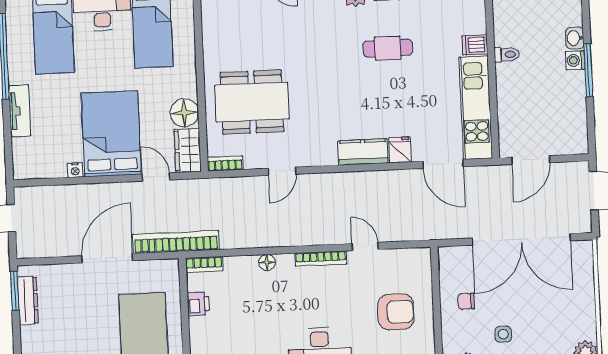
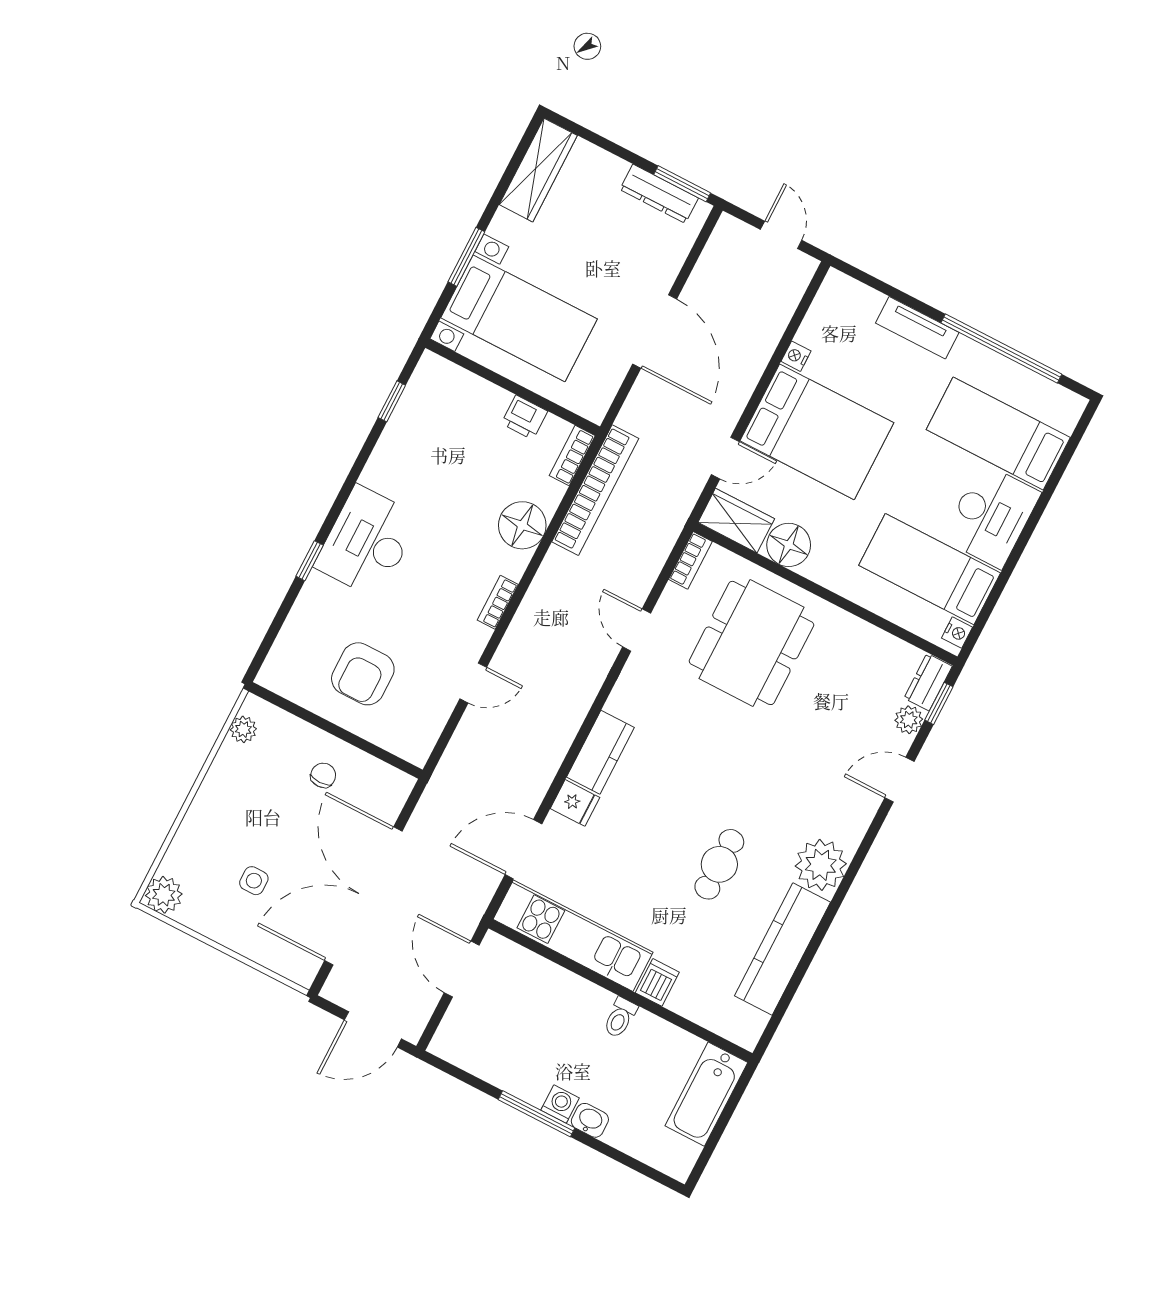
bookcase: (176, 242) -> (595, 490), moved
bookcase: (321, 258) -> (498, 602), width x0.64
floor lamp: (267, 262) -> (522, 525), width x1.89, depth x1.89
side table: (503, 334) -> (254, 881), moved

